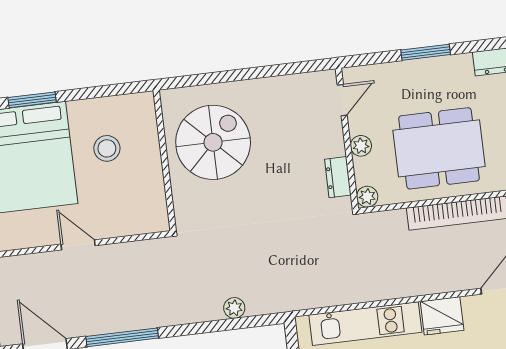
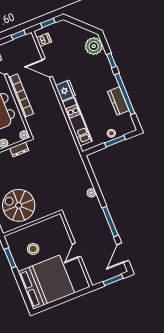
window: (32, 100) -> (10, 258), moved
plant: (234, 308) -> (91, 193), moved

